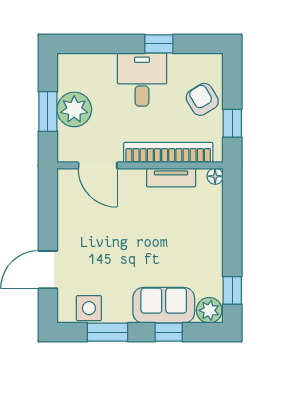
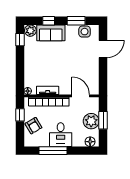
window: (159, 44) -> (53, 151), width x2.17
floor lamp: (77, 64) -> (90, 142), added

